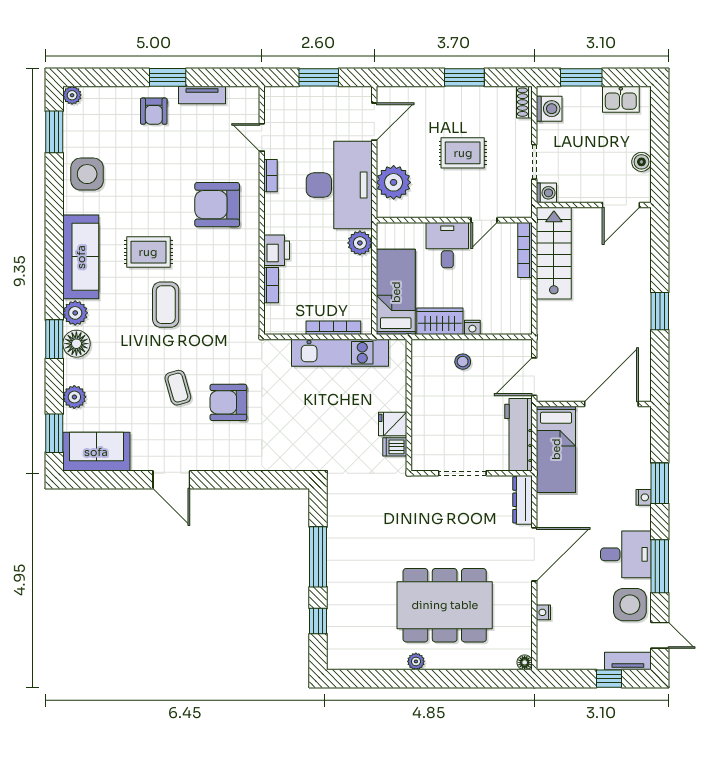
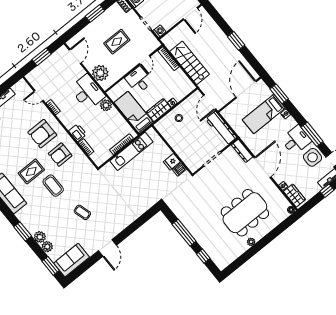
desk: (339, 185) -> (87, 92), width x0.73, depth x0.77
stairs: (554, 253) -> (190, 63), moved
plant: (75, 313) -> (40, 237), moved
floor lamp: (76, 344) -> (32, 226), removed
armchair: (228, 402) -> (60, 155), moved
bed: (556, 449) -> (264, 114), moved, turned 90
door: (171, 480) -> (107, 248), hinge flipped
window: (660, 483) -> (279, 94), moved
wardrobe: (549, 643) -> (294, 196), added

